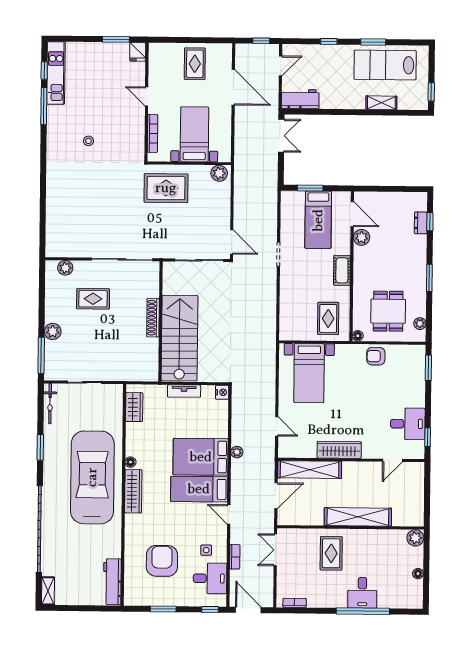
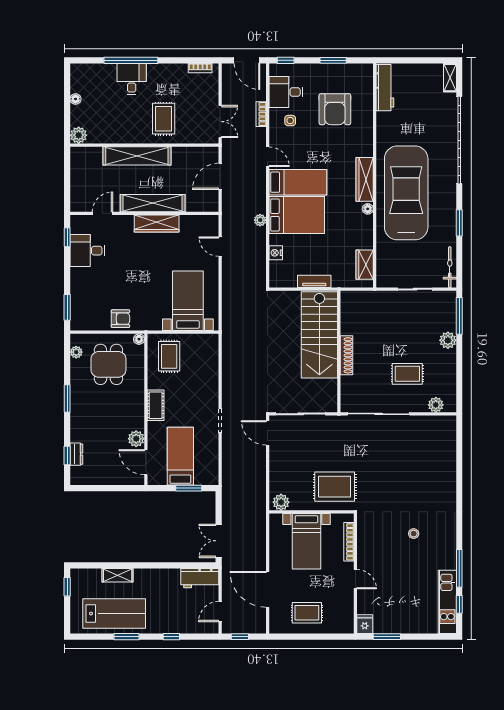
rug: (195, 64) -> (307, 613), turned 90
nightstand: (222, 392) -> (276, 253), moved
shelving: (310, 470) -> (153, 203), moved
car: (92, 477) -> (406, 193), turned 180

